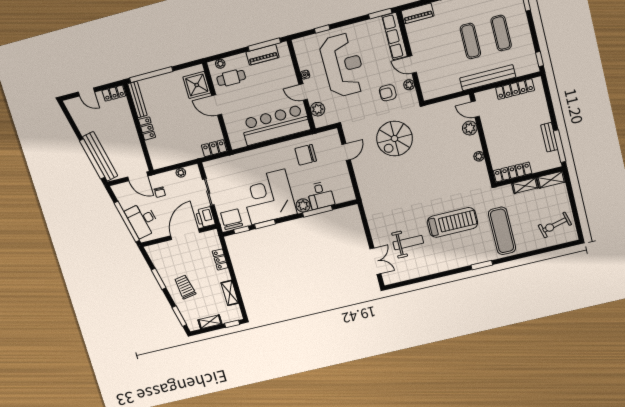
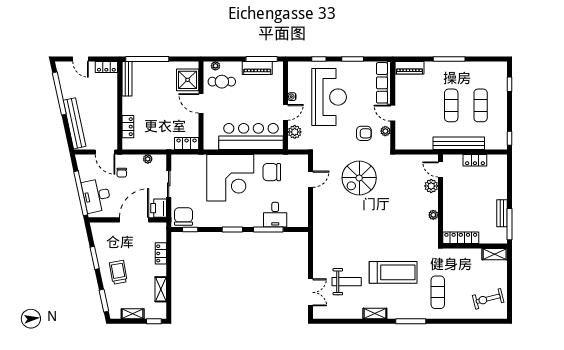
window: (380, 14) -> (353, 59), moved
locker: (515, 89) -> (475, 160), width x0.66
door: (303, 92) -> (286, 112), swing flipped
armchair: (388, 93) -> (364, 133), turned 180
locker: (147, 128) -> (128, 127), moved
window: (92, 159) -> (59, 94), moved
shelving: (525, 186) -> (375, 314), moved
corner desk: (268, 197) -> (230, 178), moved, turned 180
plant: (303, 205) -> (256, 220), removed
window: (265, 224) -> (232, 229), moved
exercise mat: (502, 231) -> (438, 292), width x0.73, depth x0.69
window: (482, 265) -> (411, 321), width x1.44

